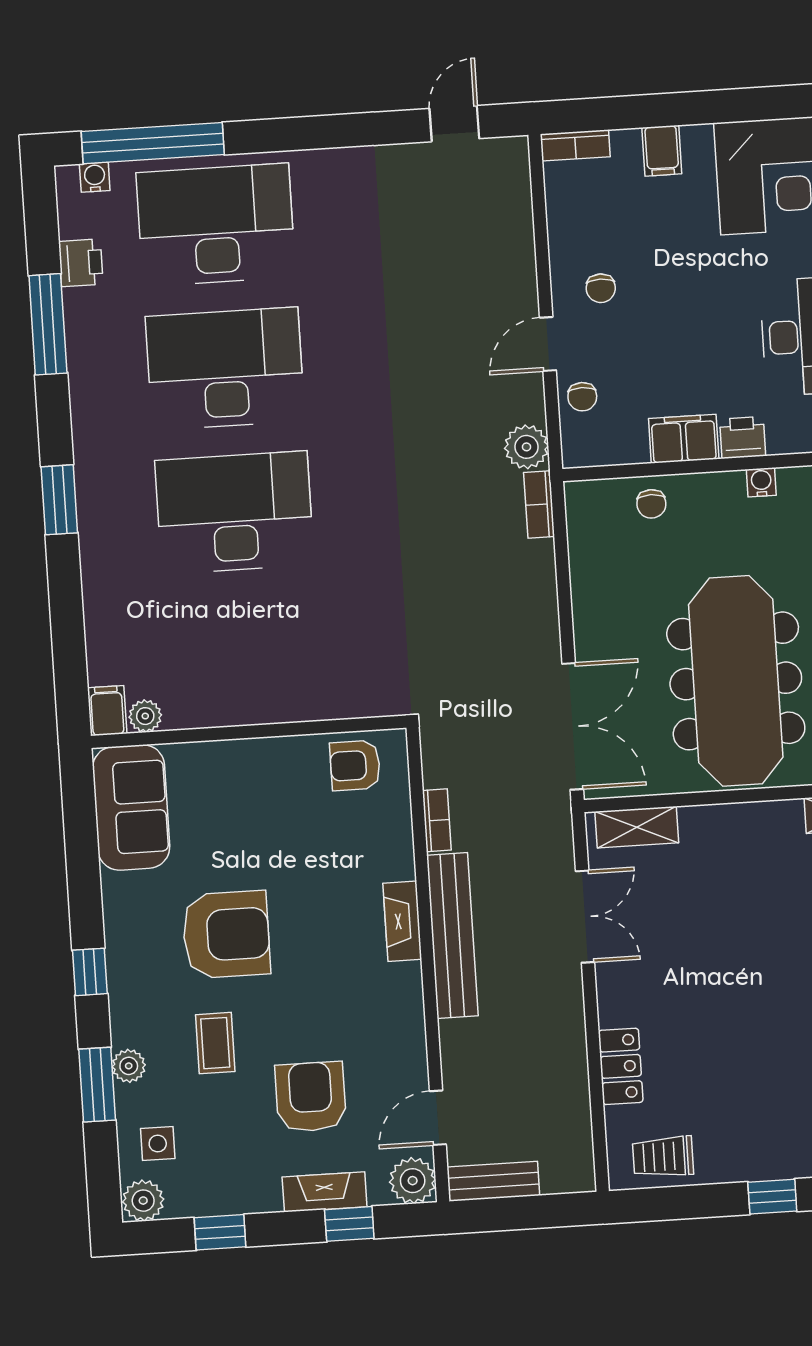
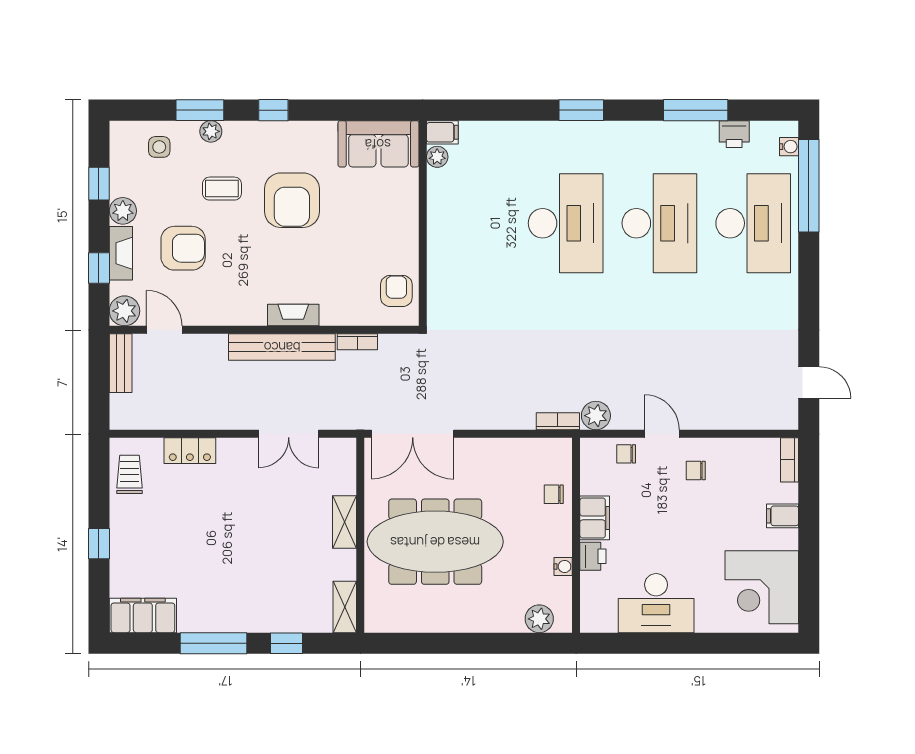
shelving: (637, 827) -> (344, 522), moved
plant: (143, 1201) -> (123, 211), moved

